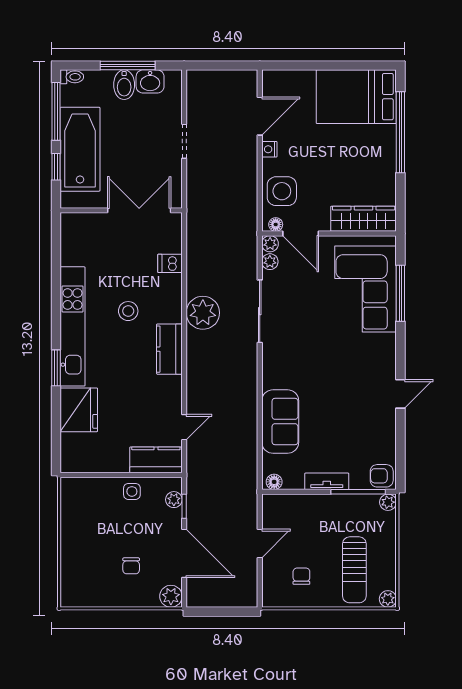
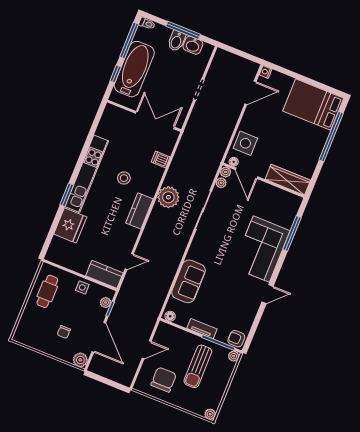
nightstand: (269, 149) -> (266, 72), moved
corner sofa: (366, 289) -> (261, 249), moved
cafe table: (84, 517) -> (47, 291), added
sun lounger: (354, 570) -> (198, 366), moved
chair: (301, 576) -> (164, 380), width x1.87, depth x1.87

